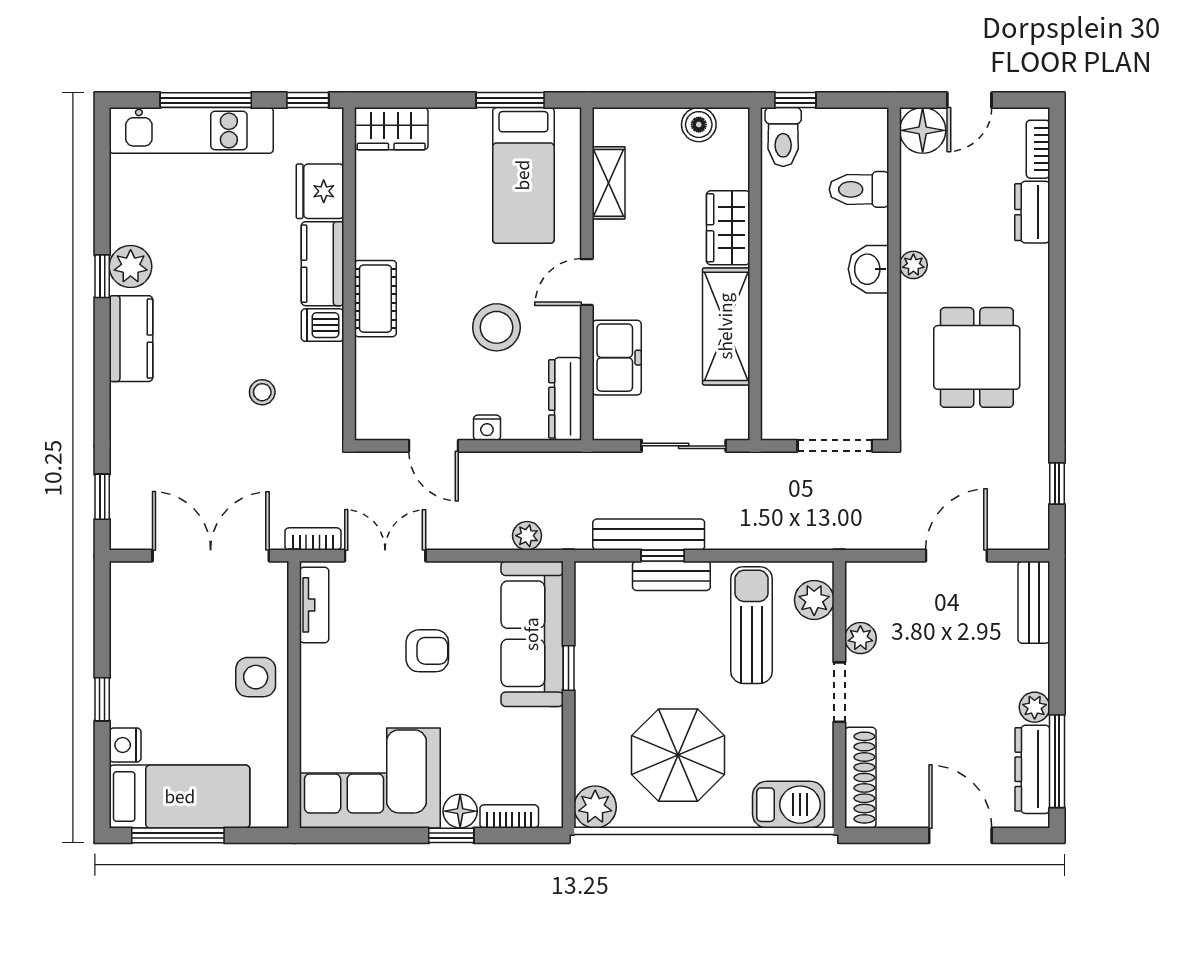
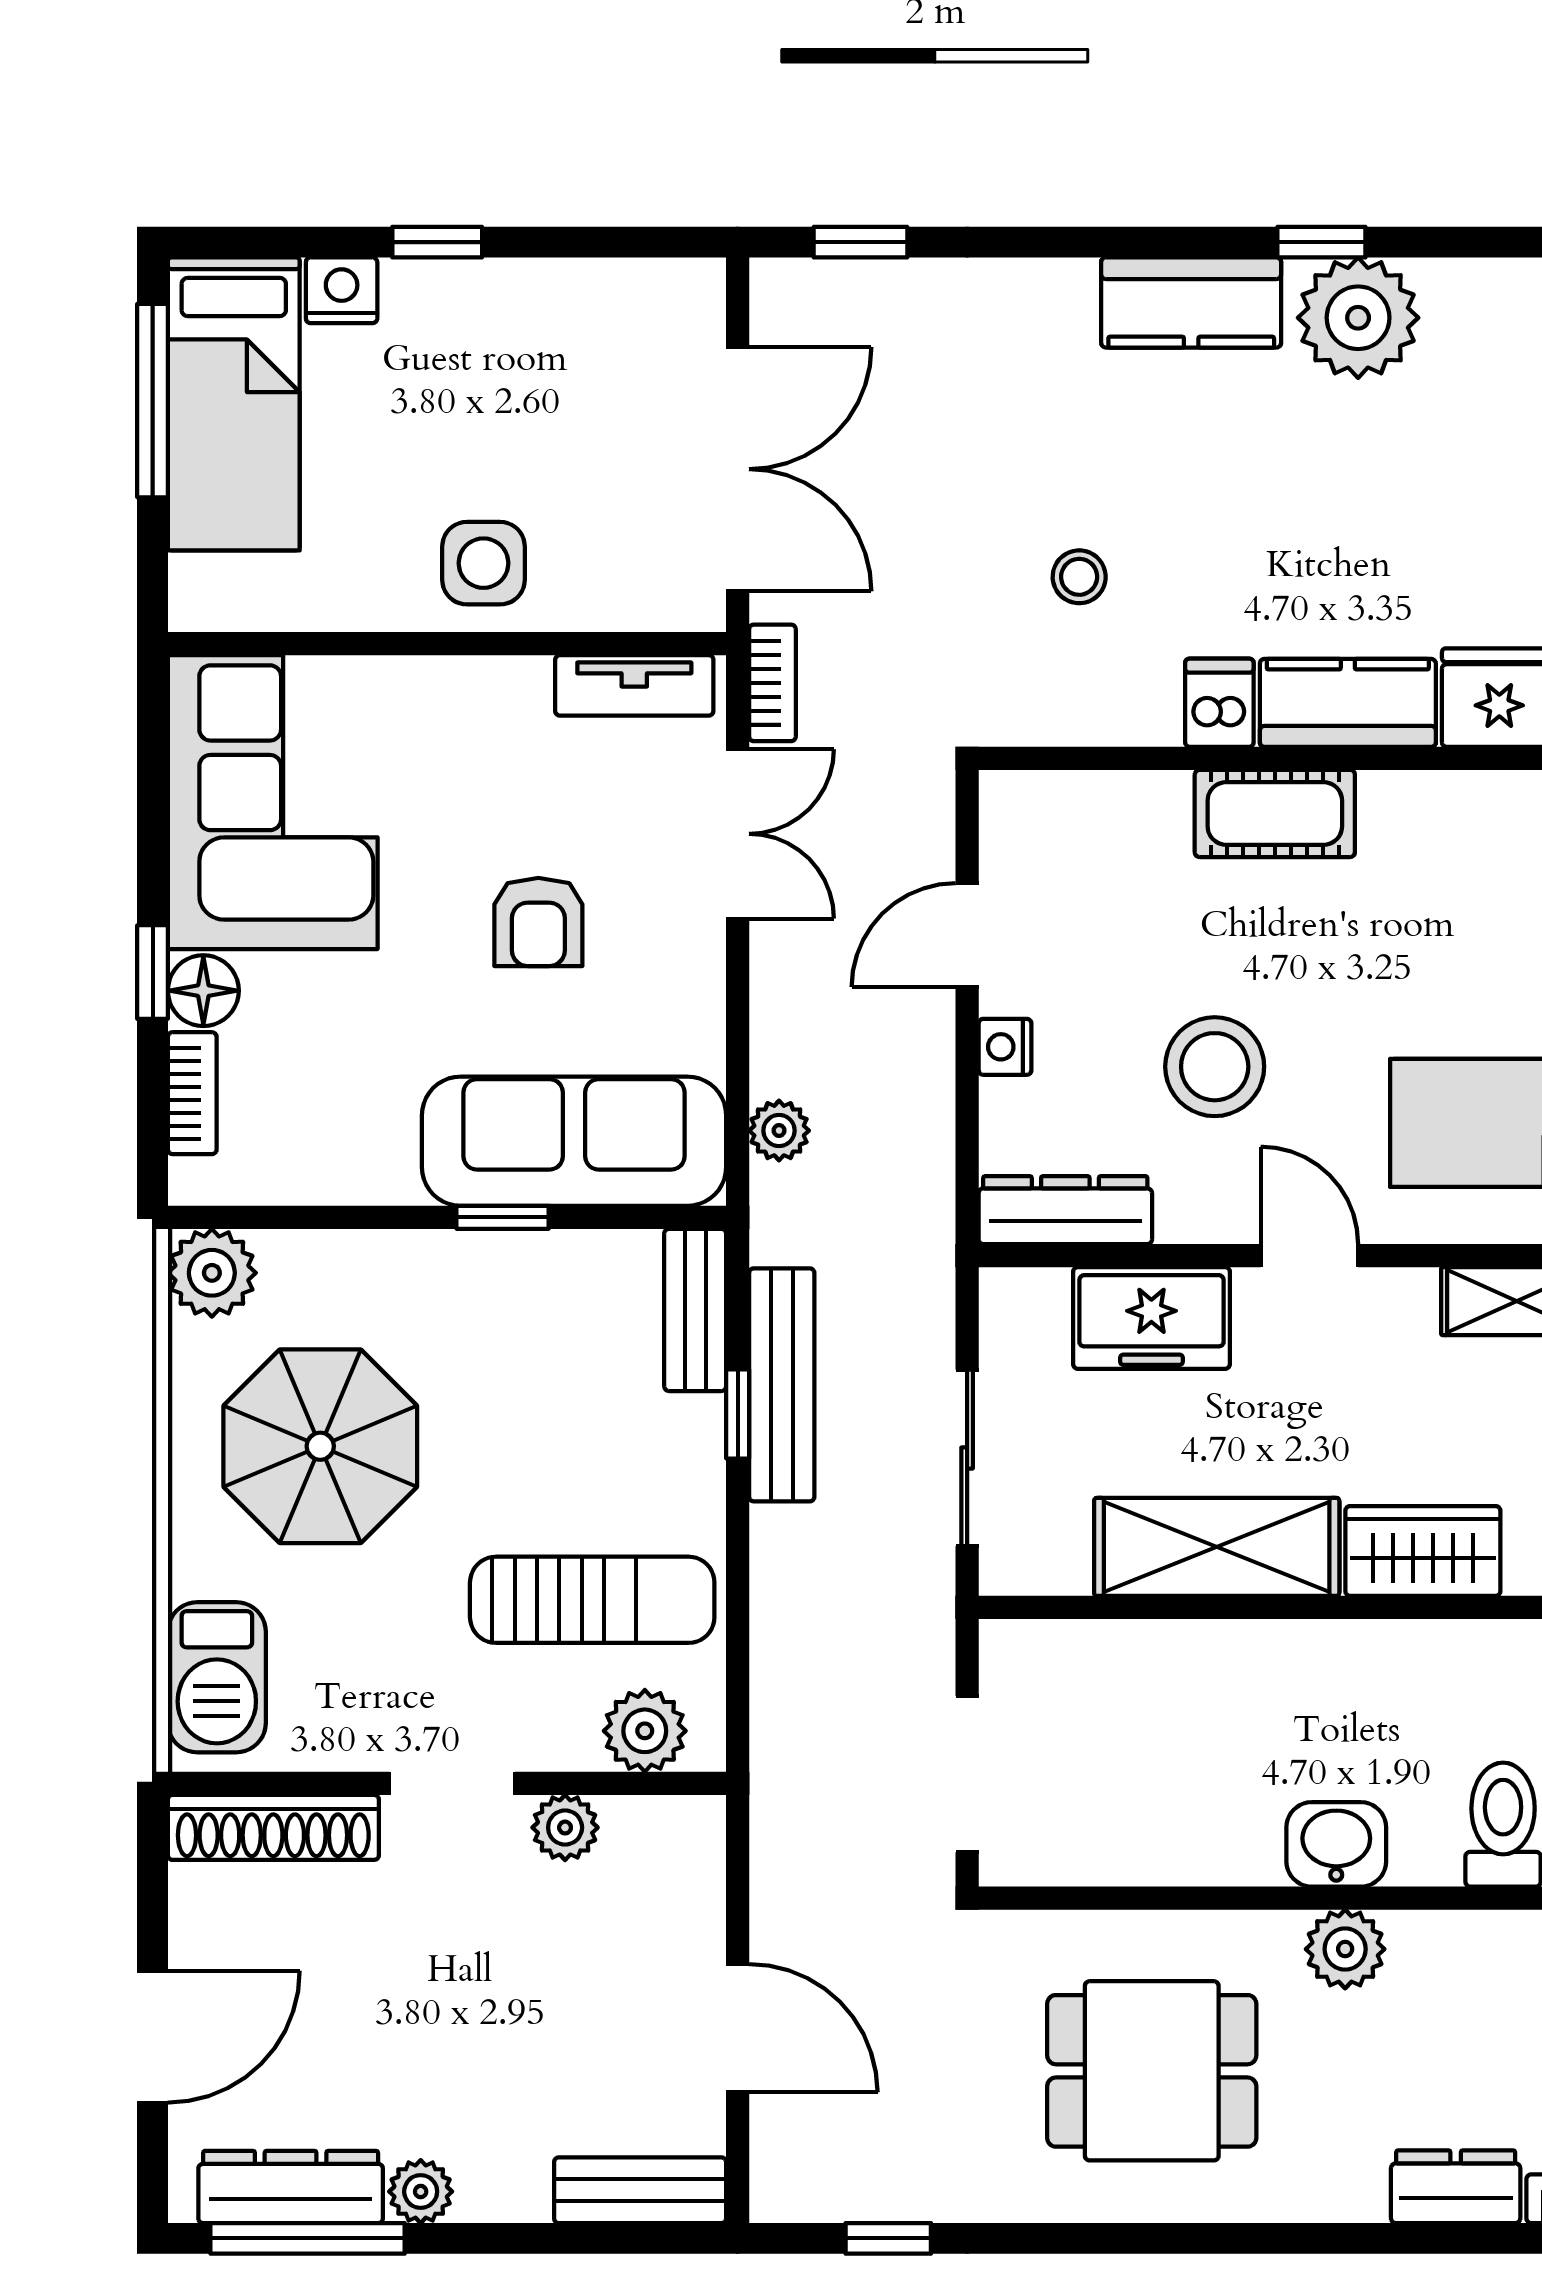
plant: (913, 265) -> (1345, 1949), width x1.38, depth x1.38
plant: (131, 266) -> (1358, 318), width x1.36, depth x1.36
bench: (671, 576) -> (695, 1310), moved

